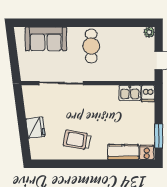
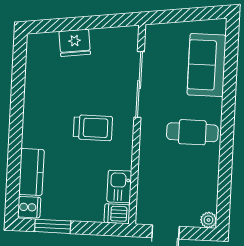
trolley: (77, 140) -> (93, 128), moved, turned 80

